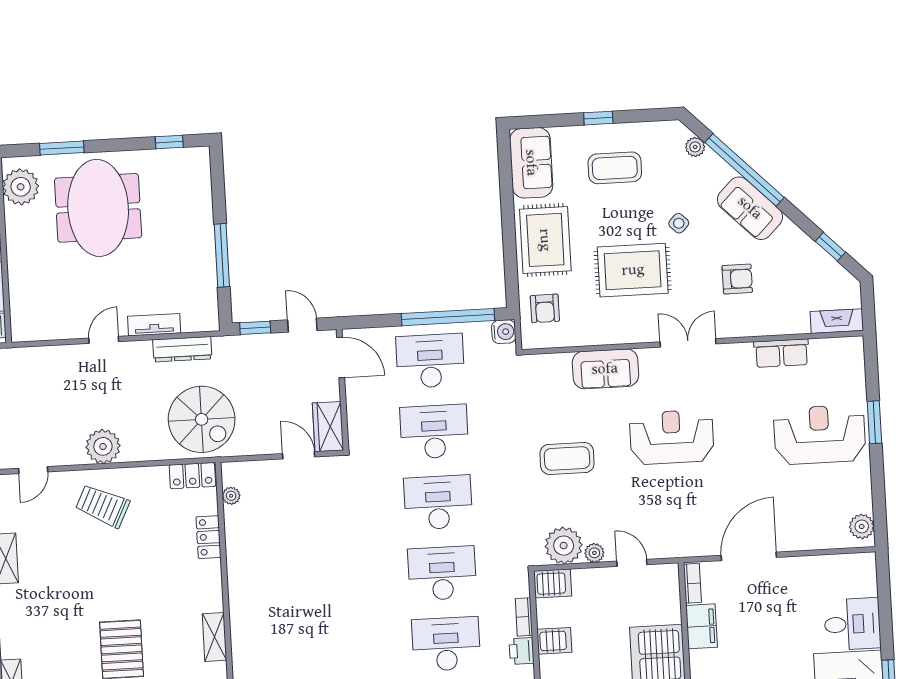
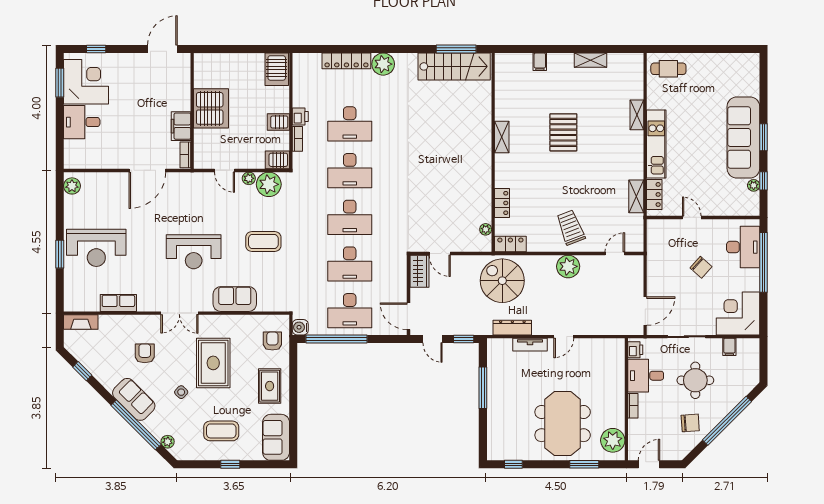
rug: (545, 240) -> (270, 386), width x0.73, depth x0.70
rug: (633, 270) -> (213, 363), turned 90
armchair: (737, 279) -> (145, 353), turned 90
trolley: (102, 506) -> (571, 227), turned -137

